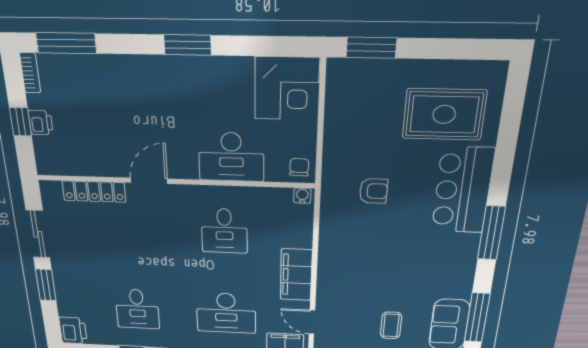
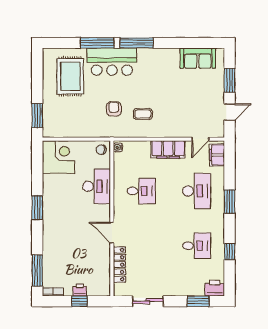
window: (46, 285) -> (198, 301), moved
window: (477, 318) -> (97, 43), moved
coffee table: (391, 325) -> (143, 114), moved

